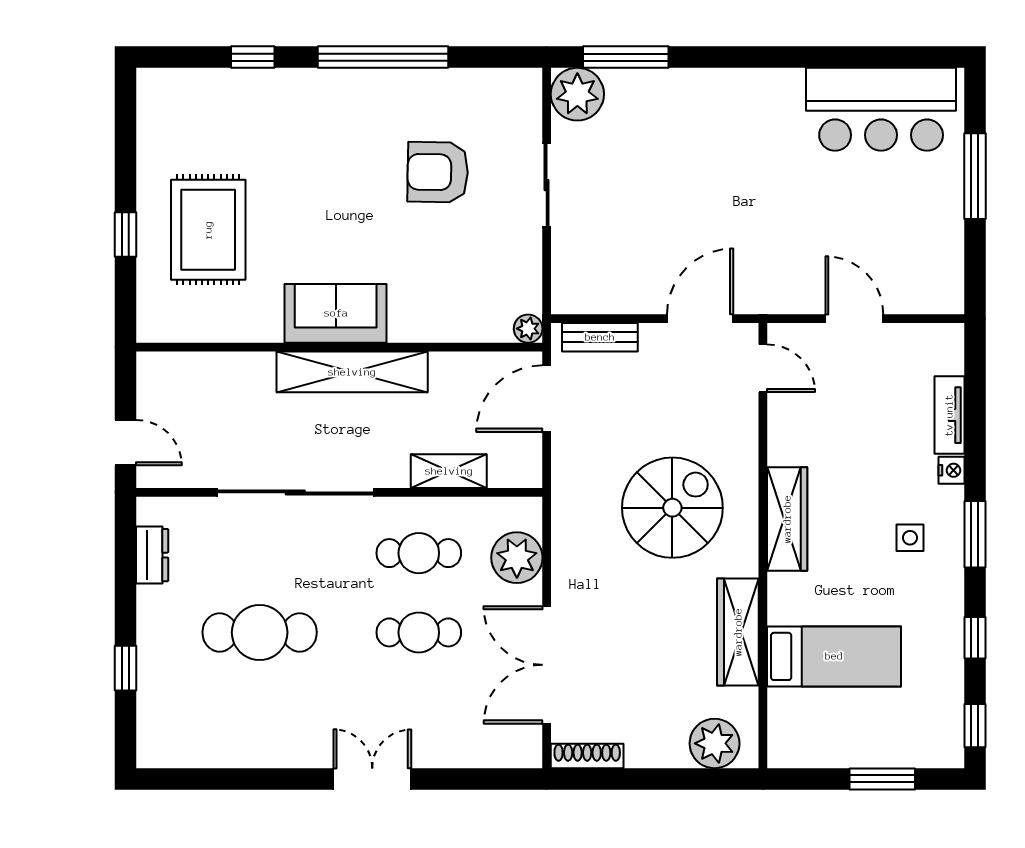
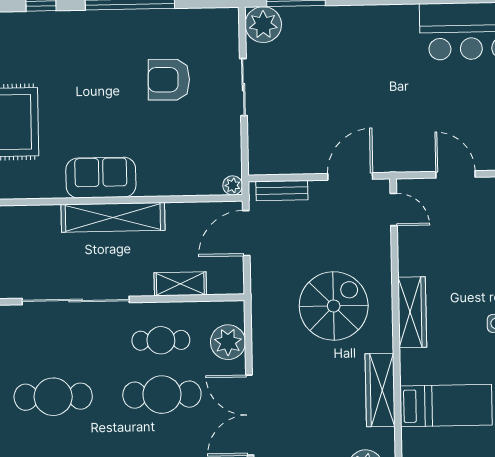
cafe table: (419, 632) -> (162, 395), width x1.37, depth x1.35

